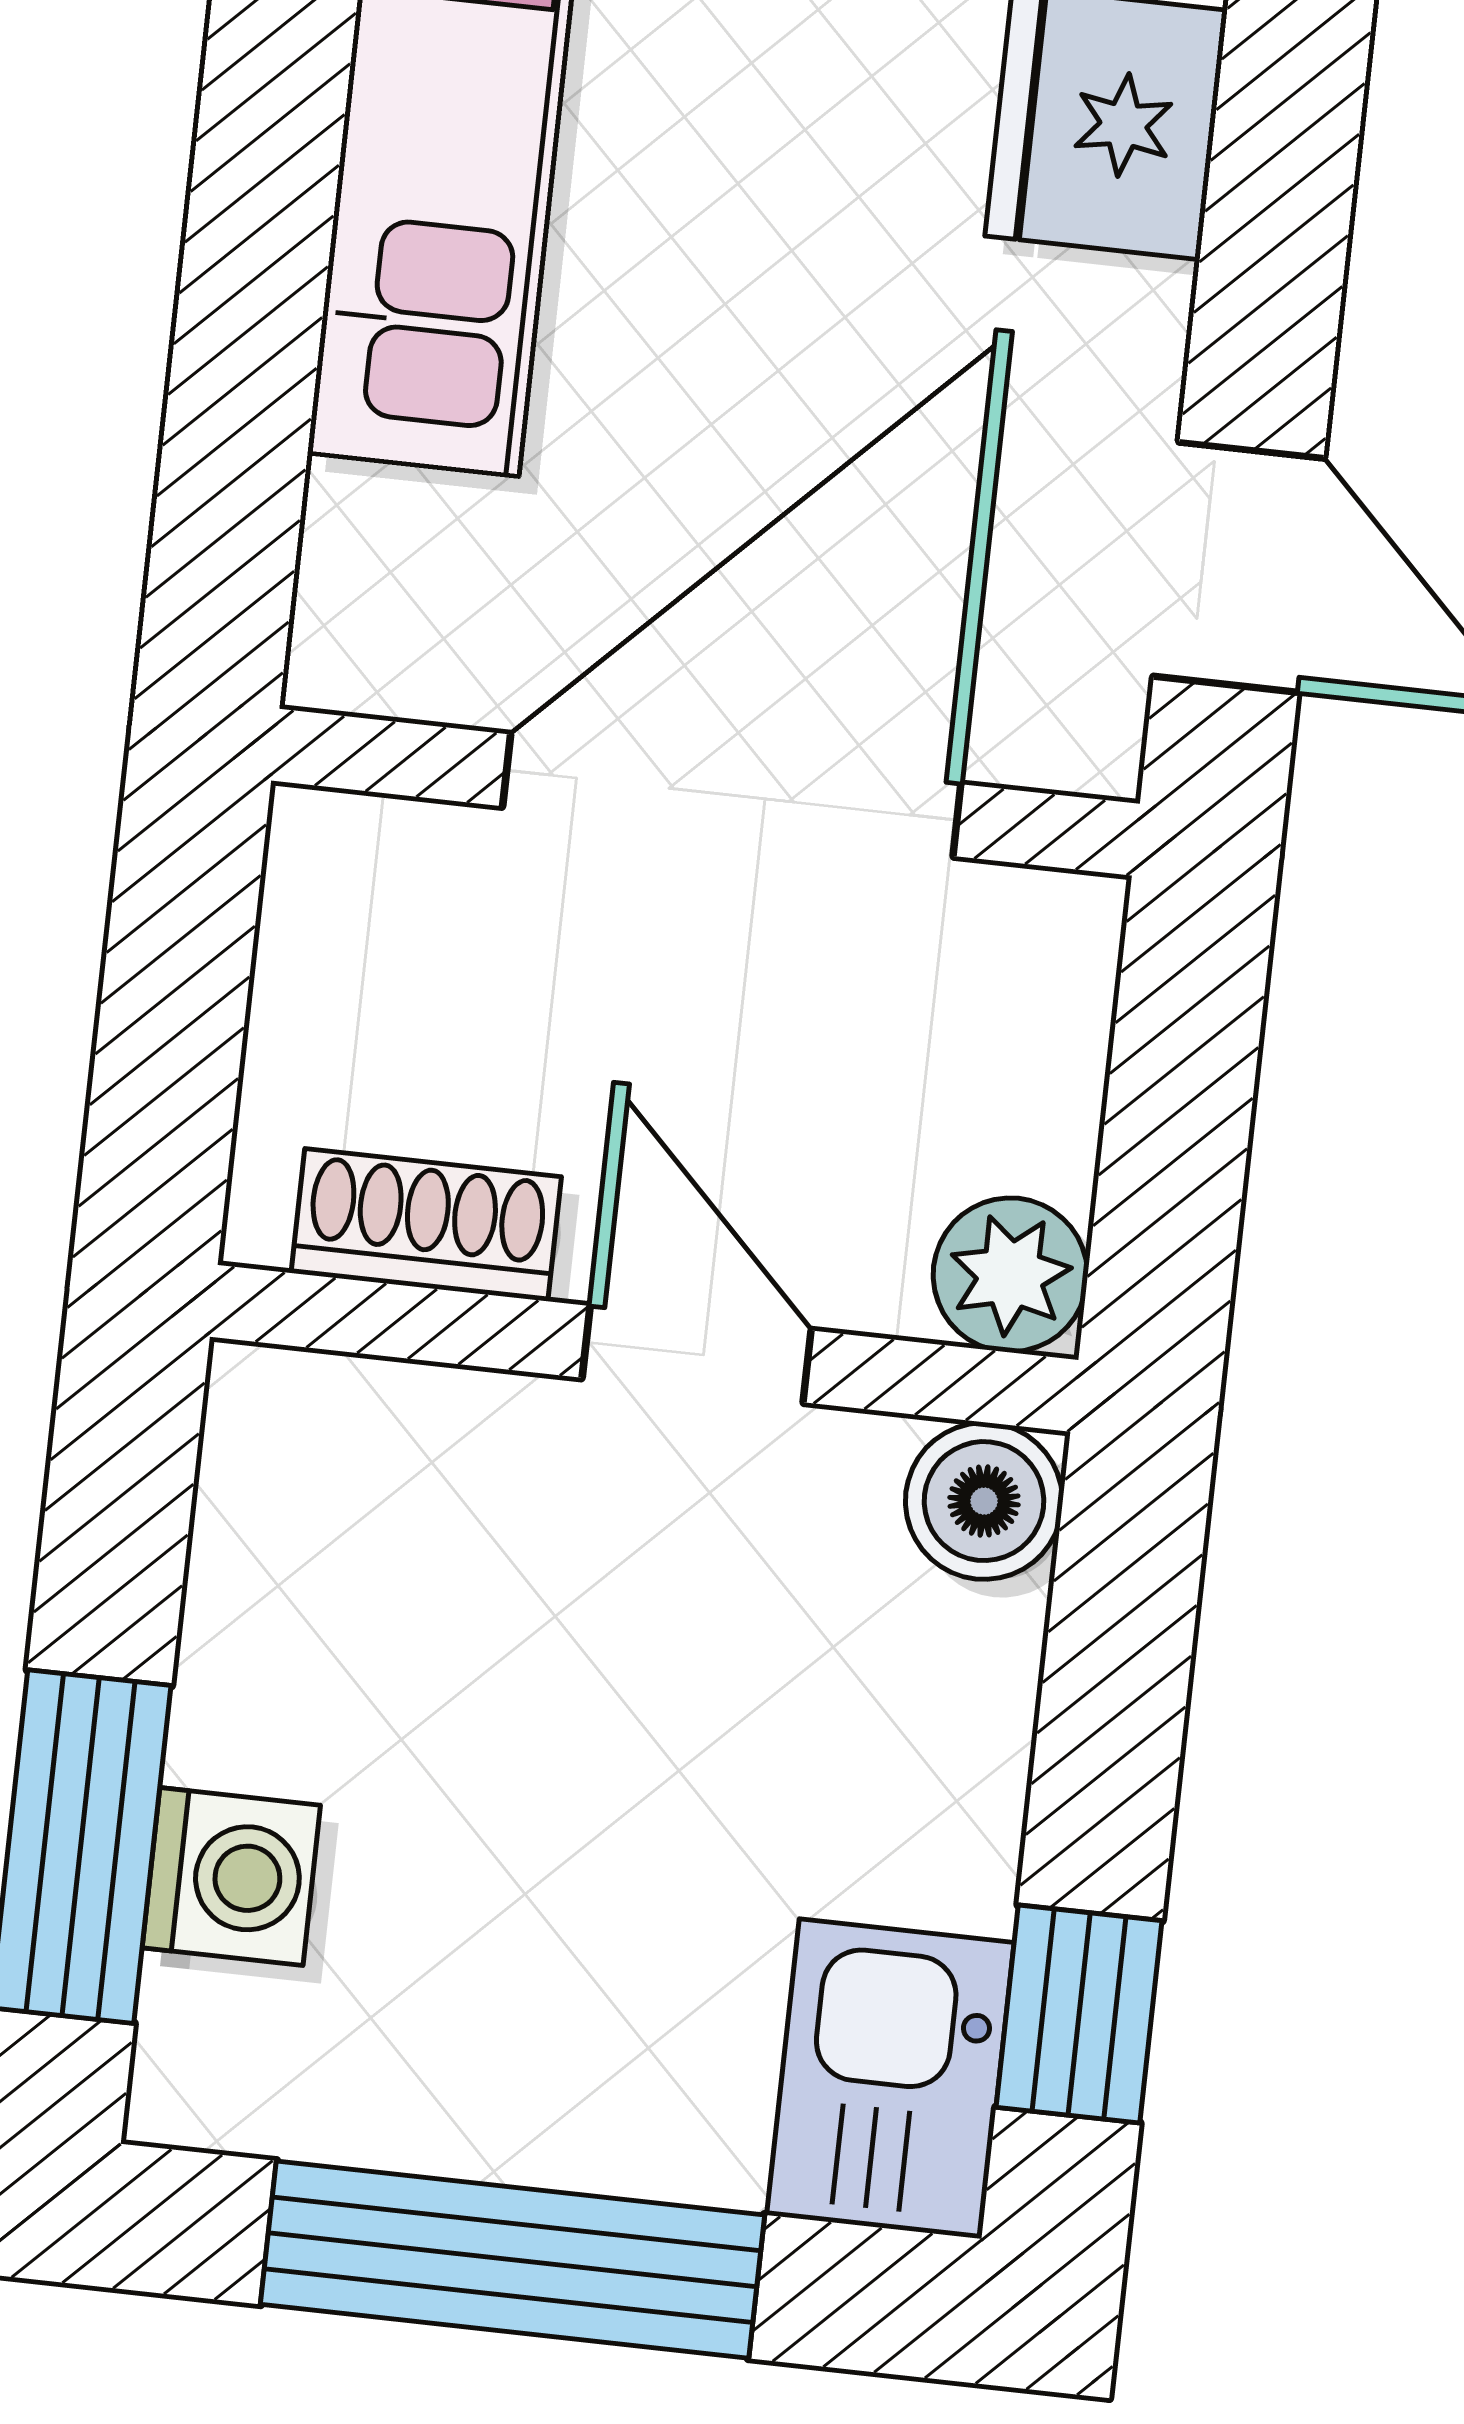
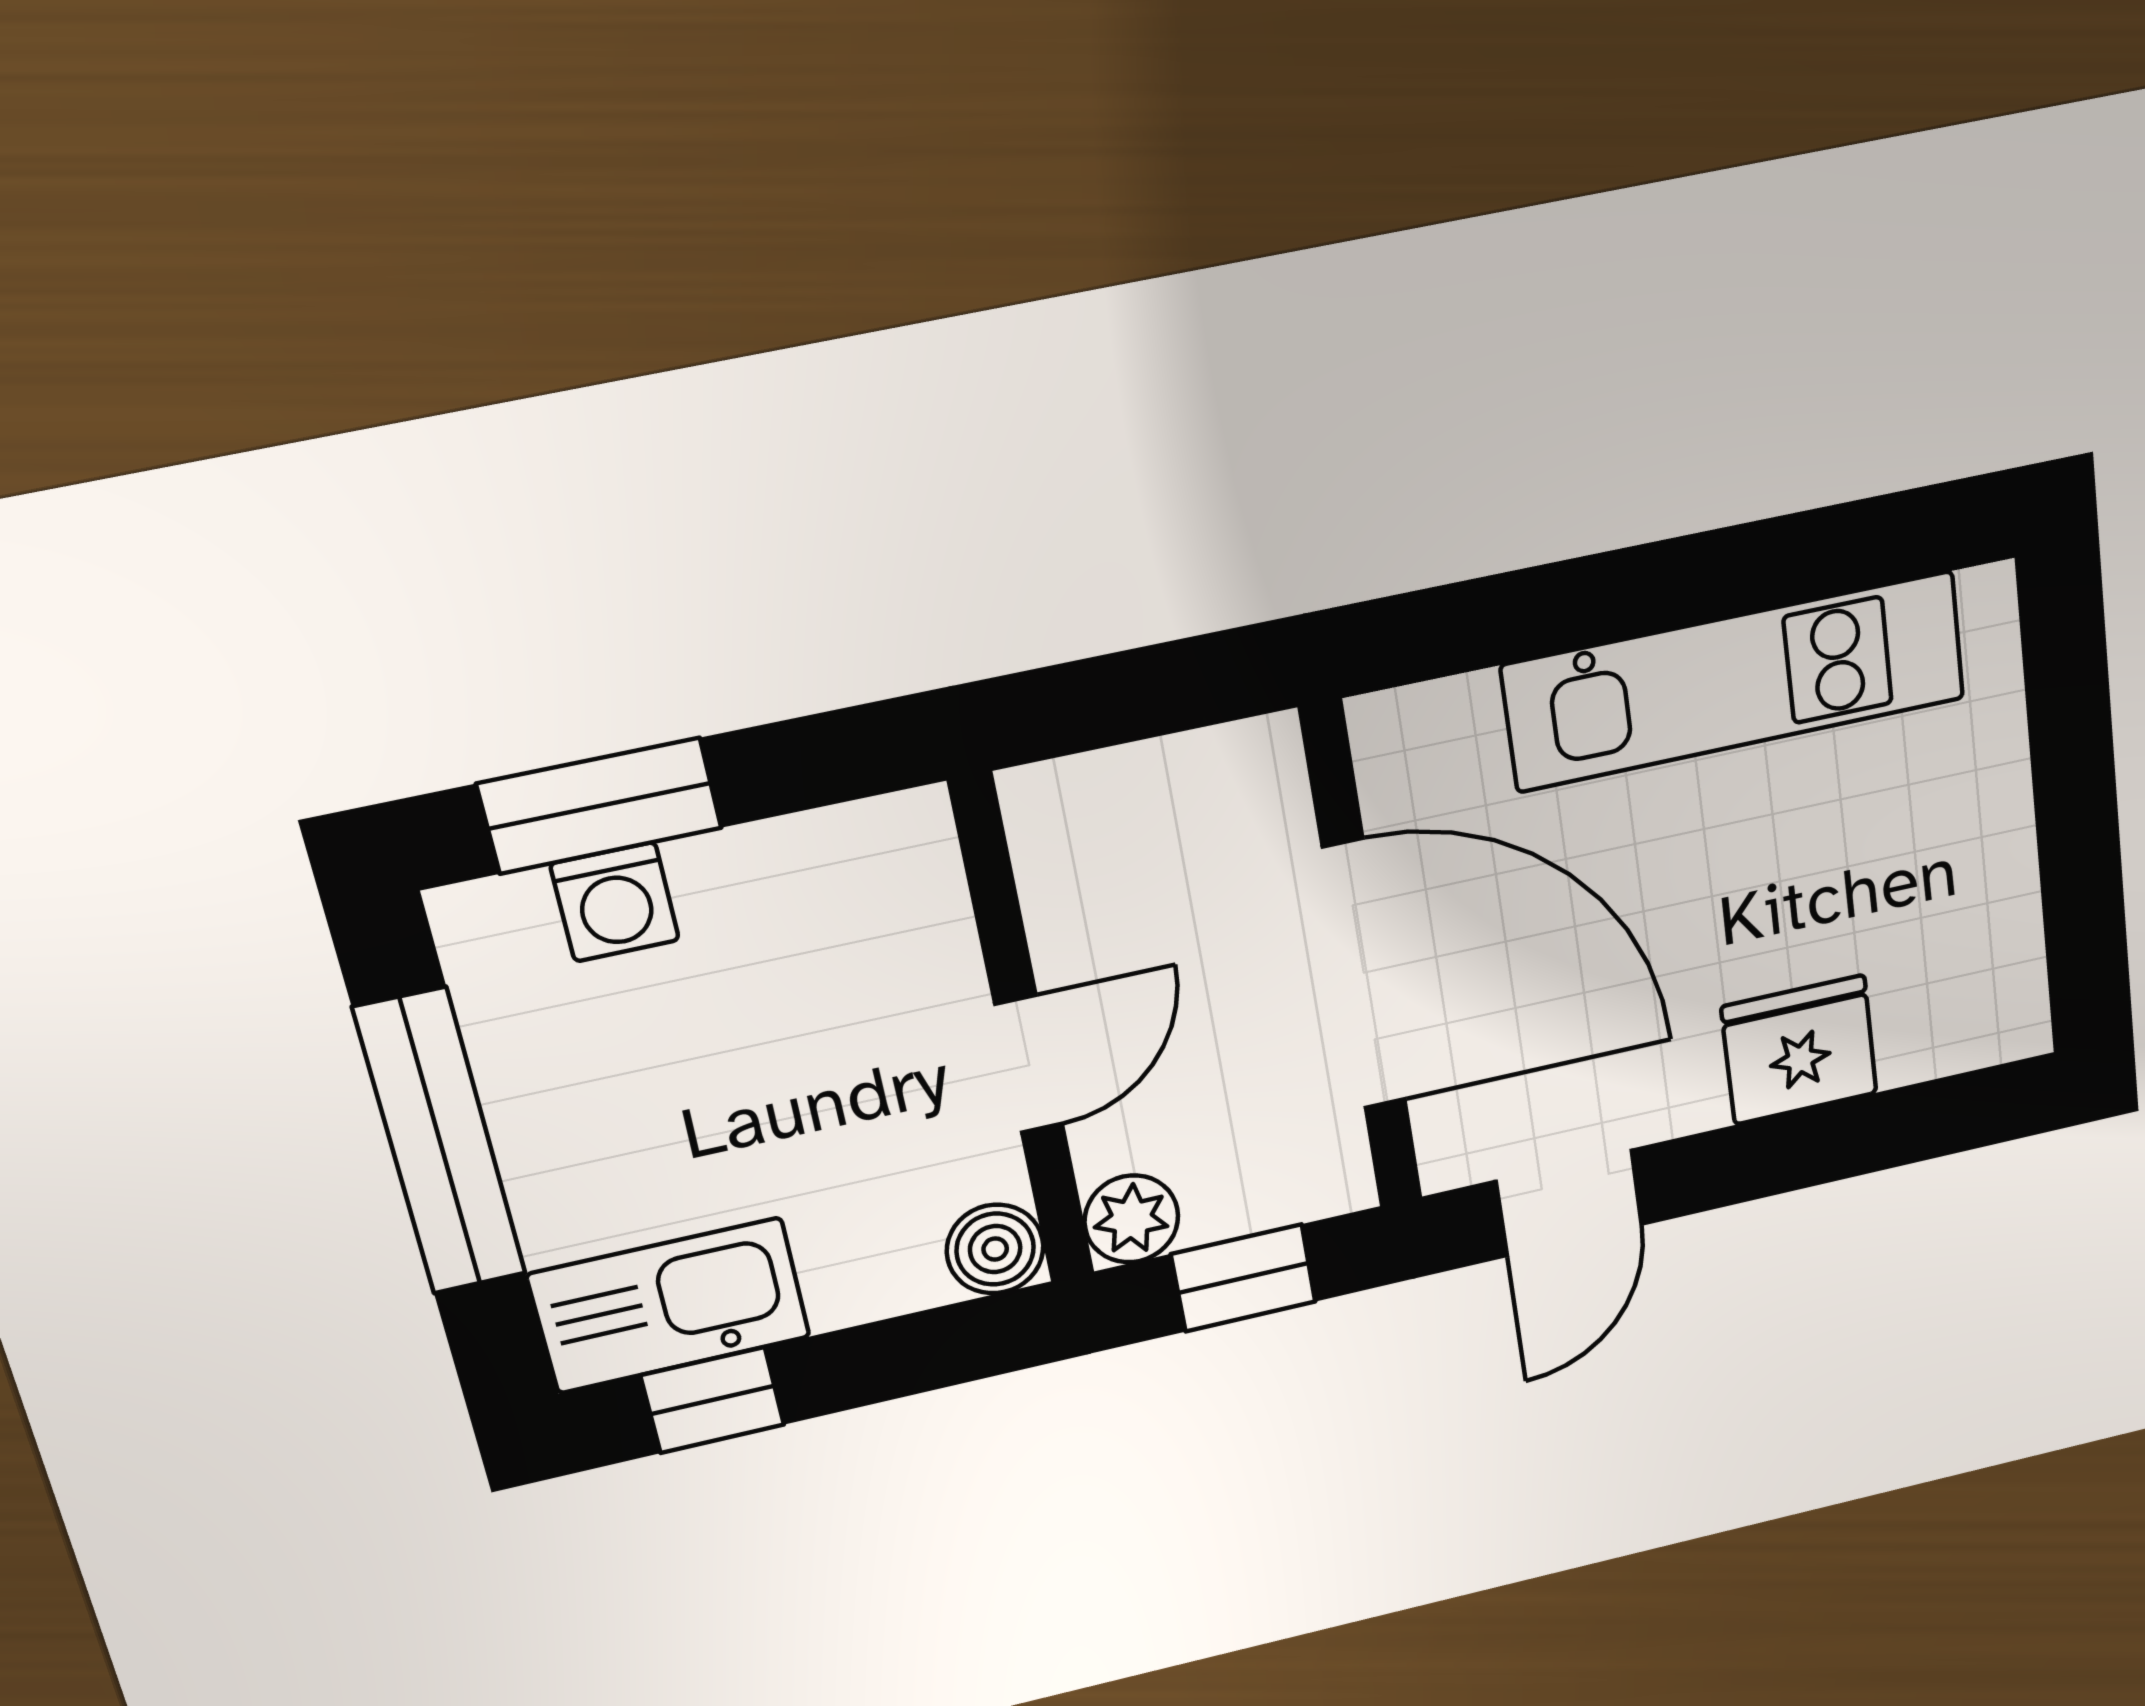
window: (1177, 1129) -> (1243, 1278), added
shoe rack: (426, 1225) -> (1056, 886), removed
kitchen sink: (890, 2079) -> (669, 1306), width x1.38

